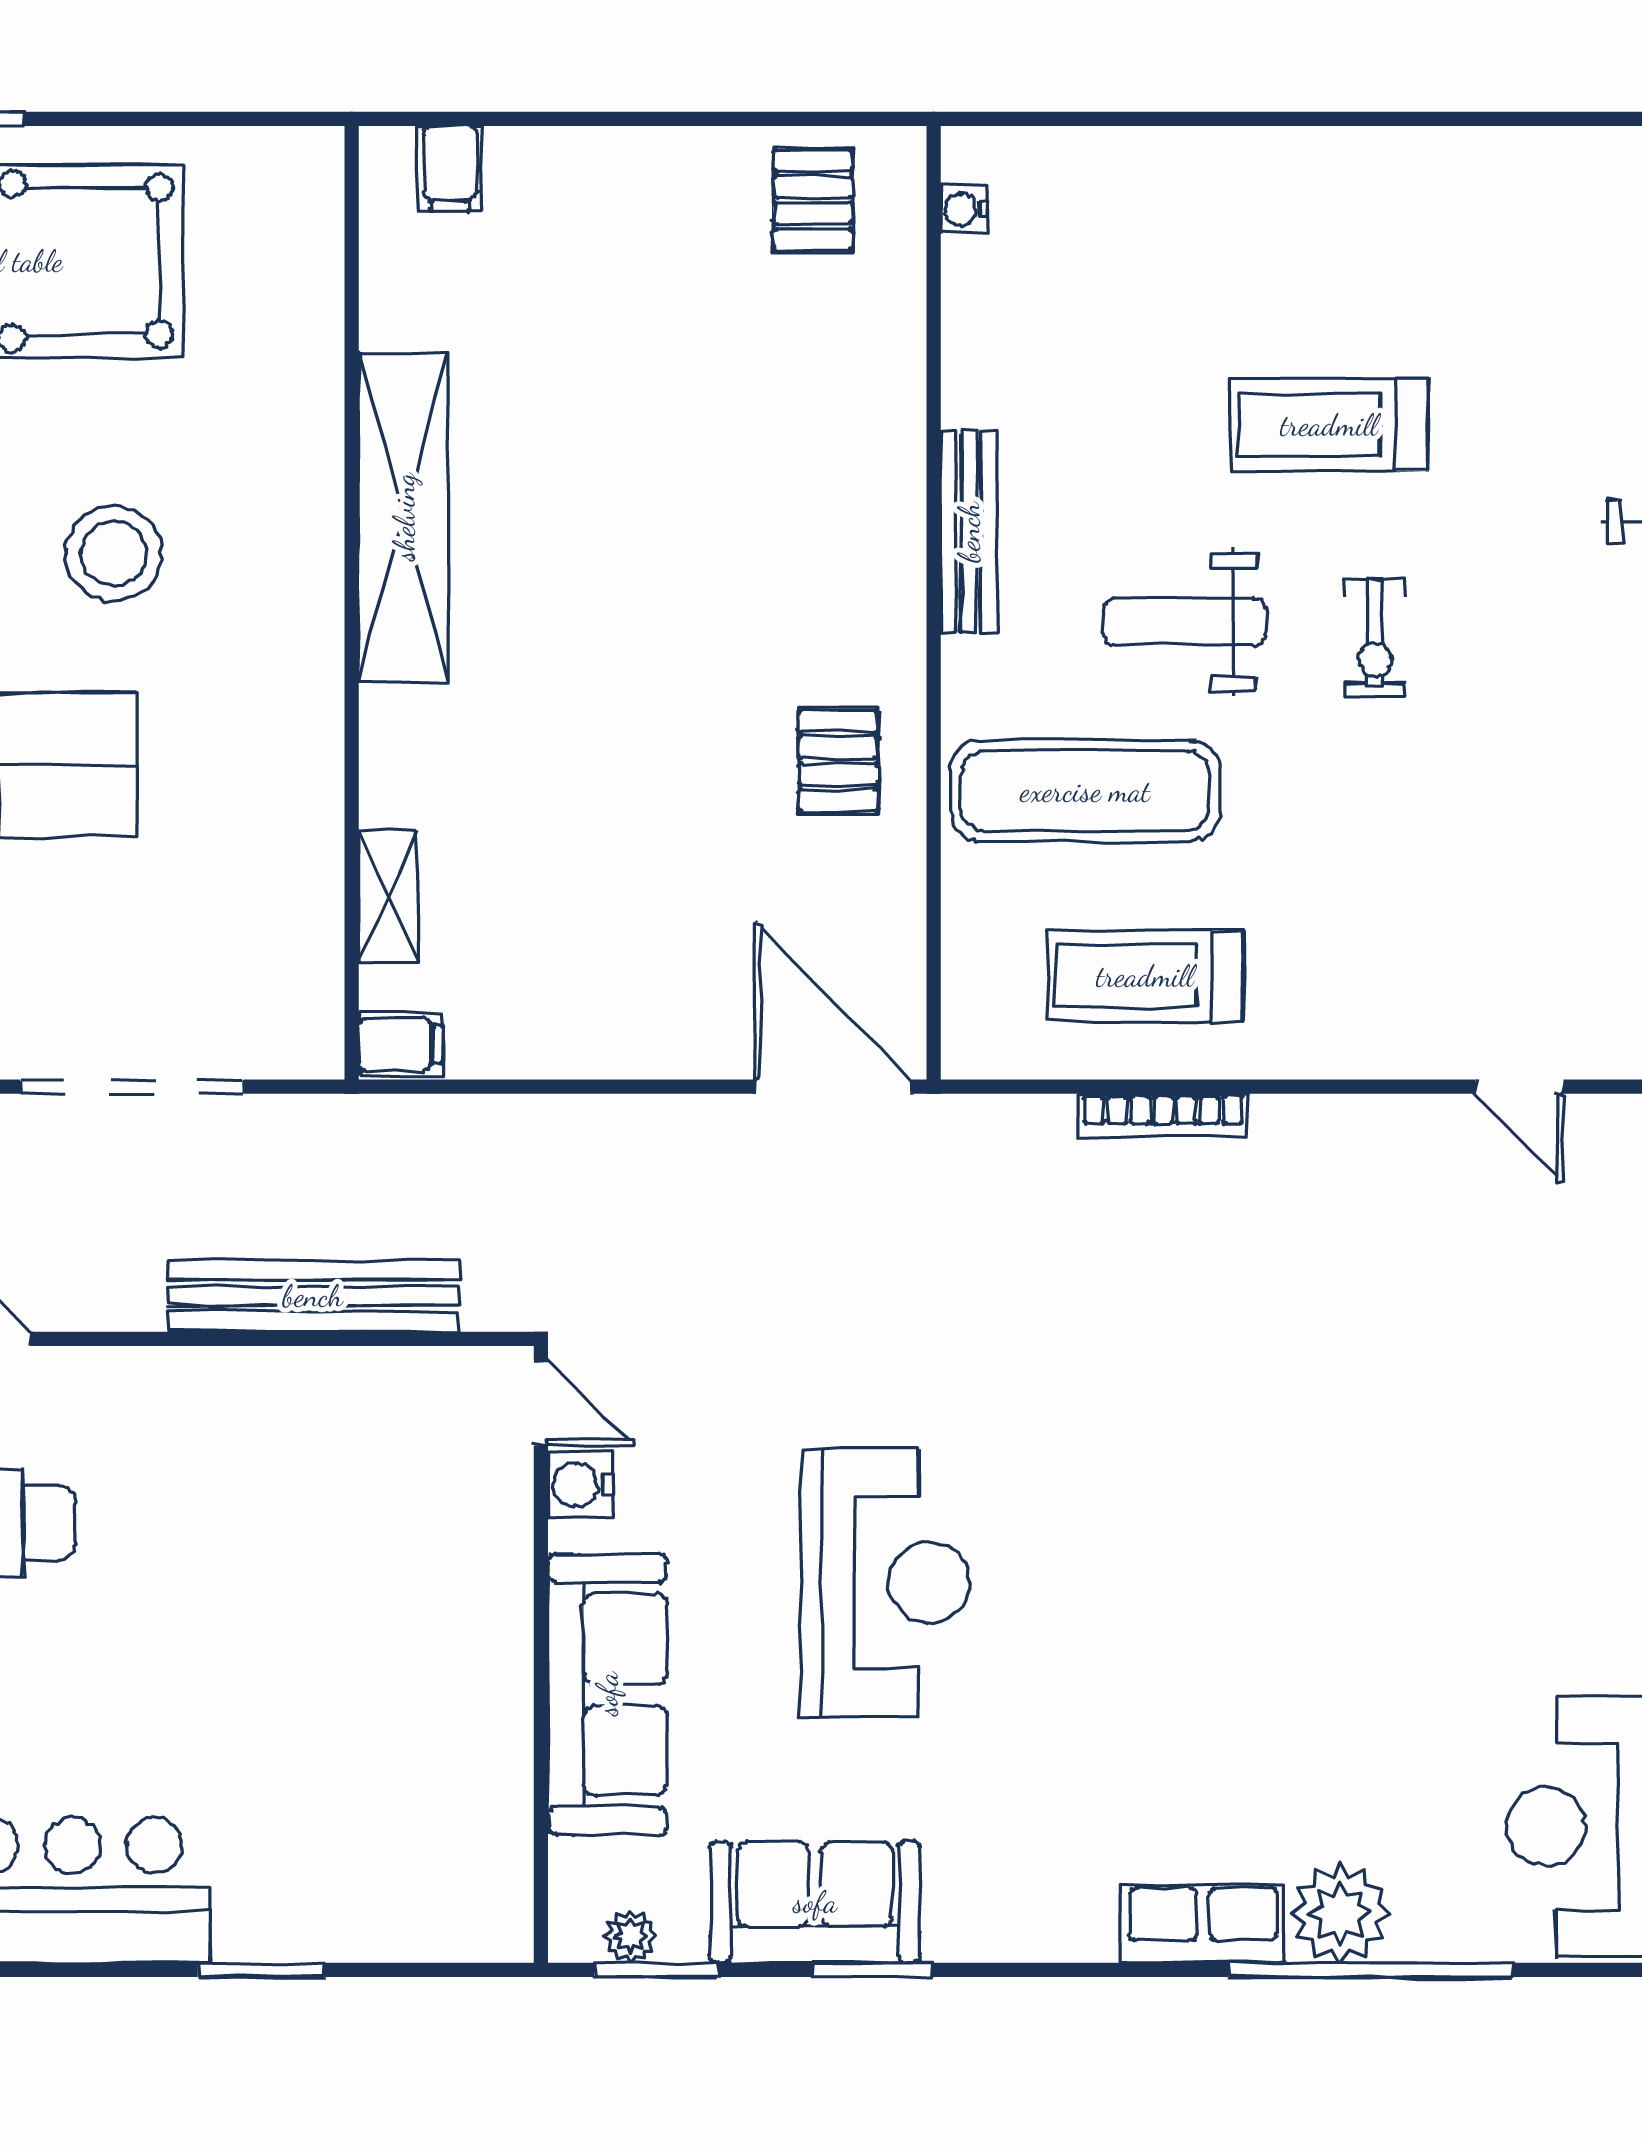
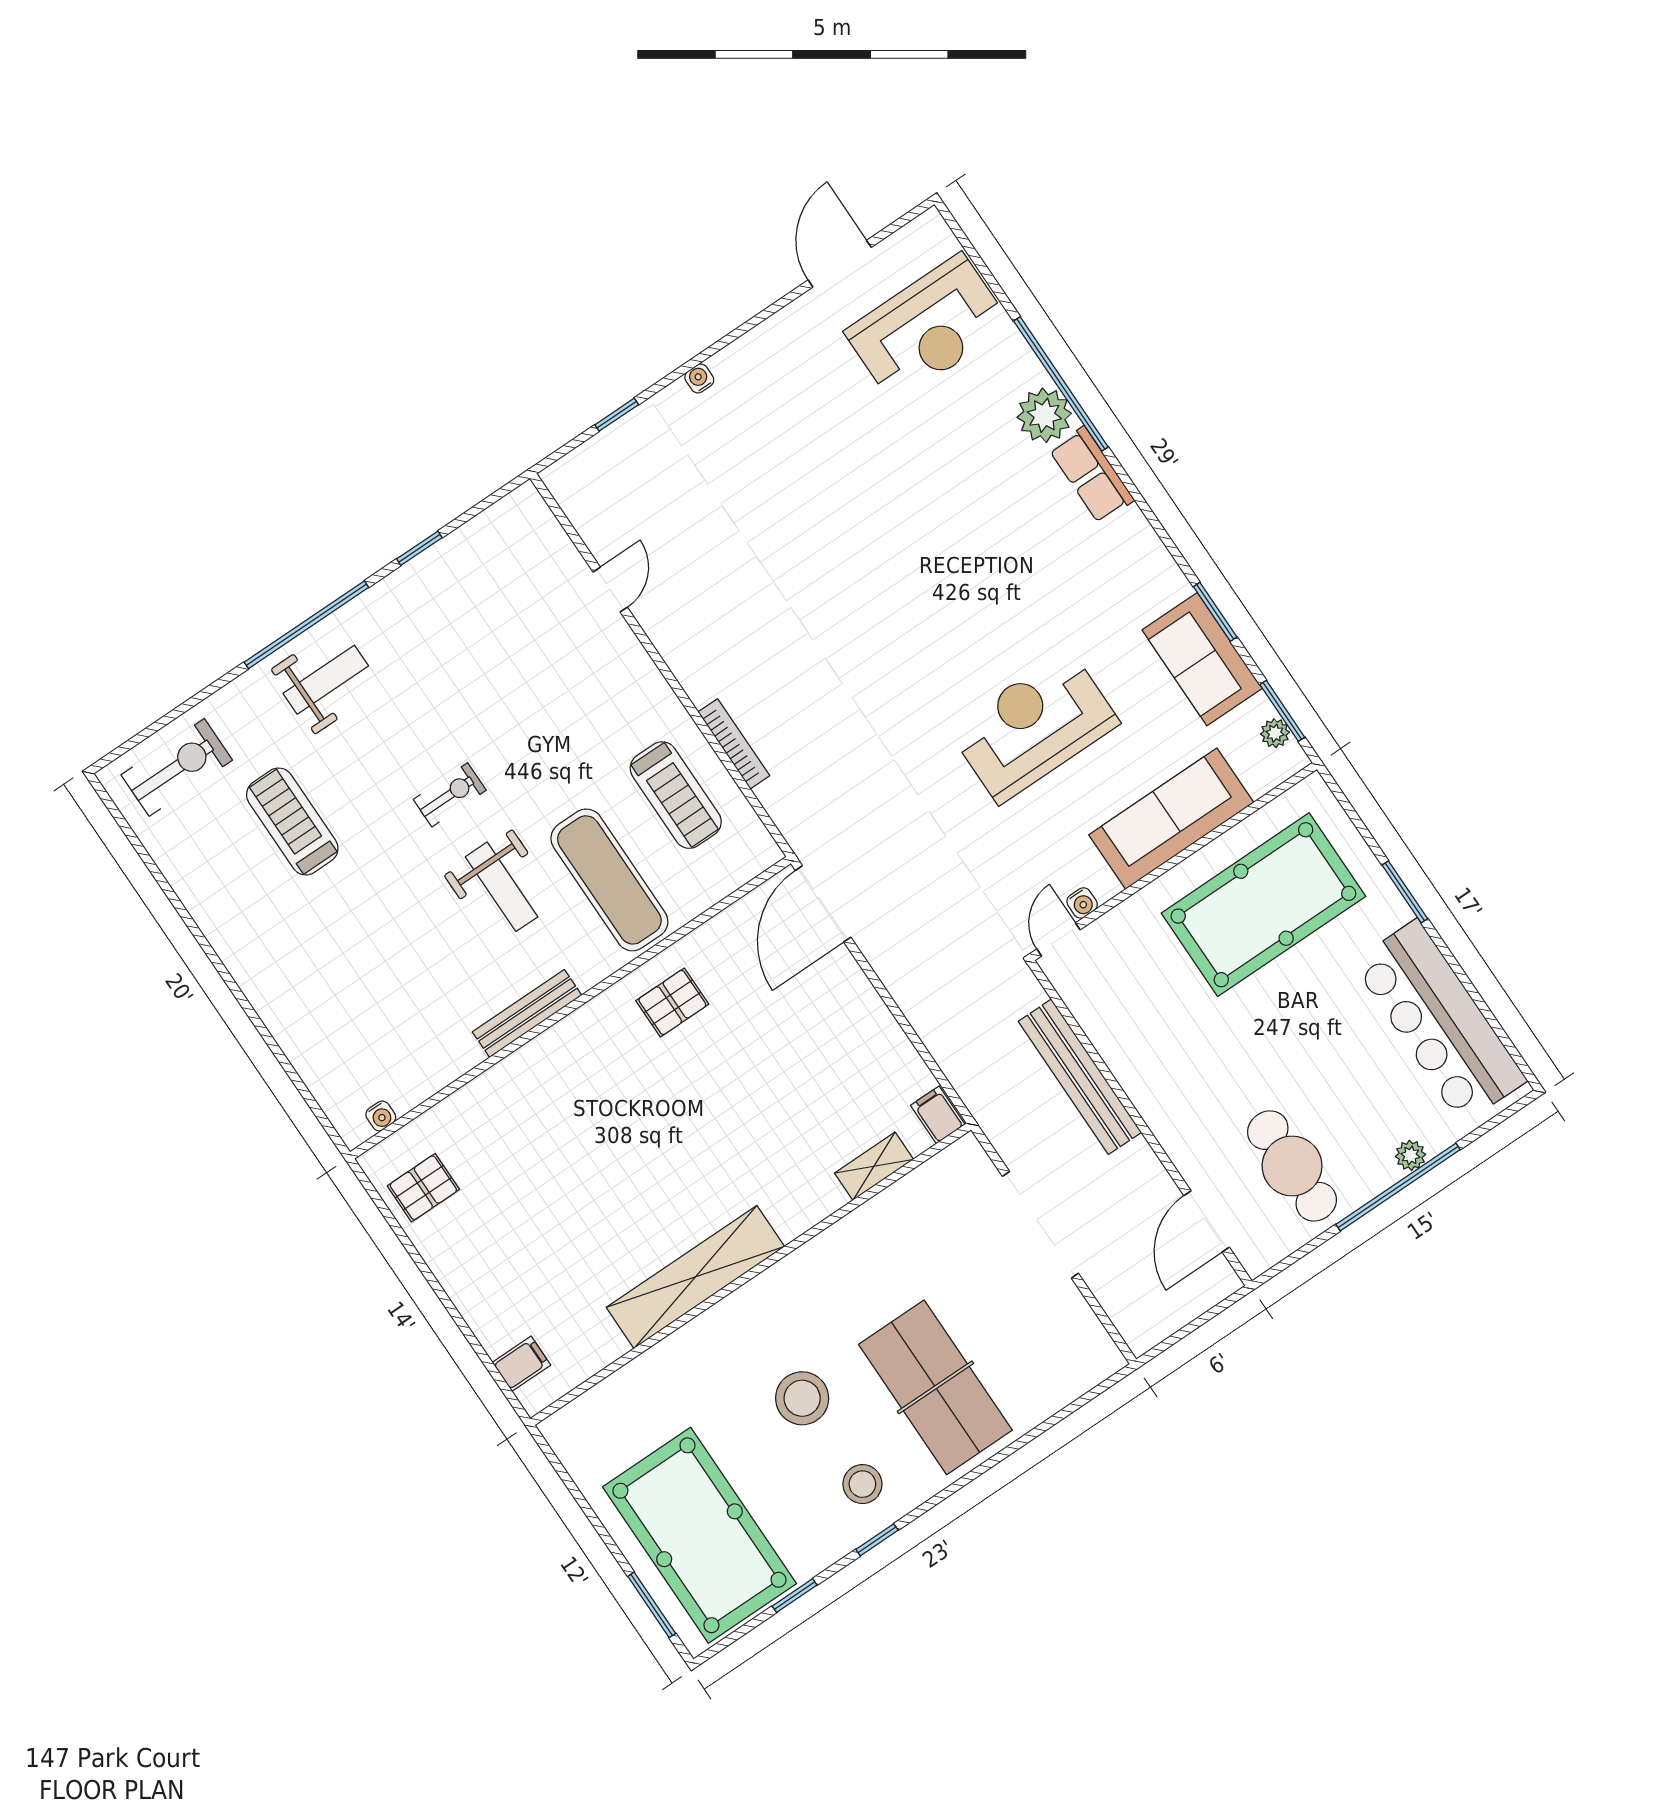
treadmill: (1329, 425) -> (292, 822), moved, turned 180
water cooler: (581, 1484) -> (1082, 903), width x0.72, depth x0.72
pool table: (385, 1745) -> (1263, 905), added

